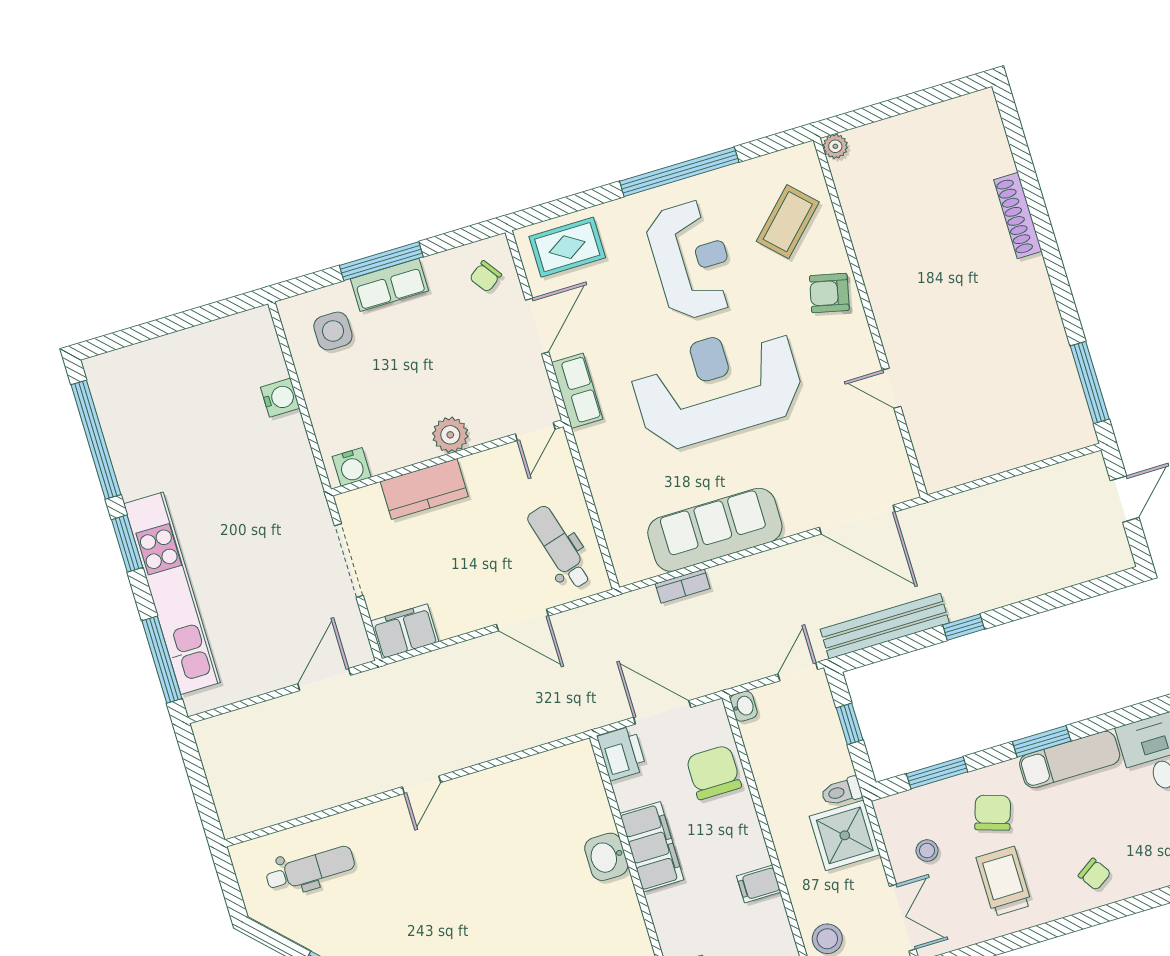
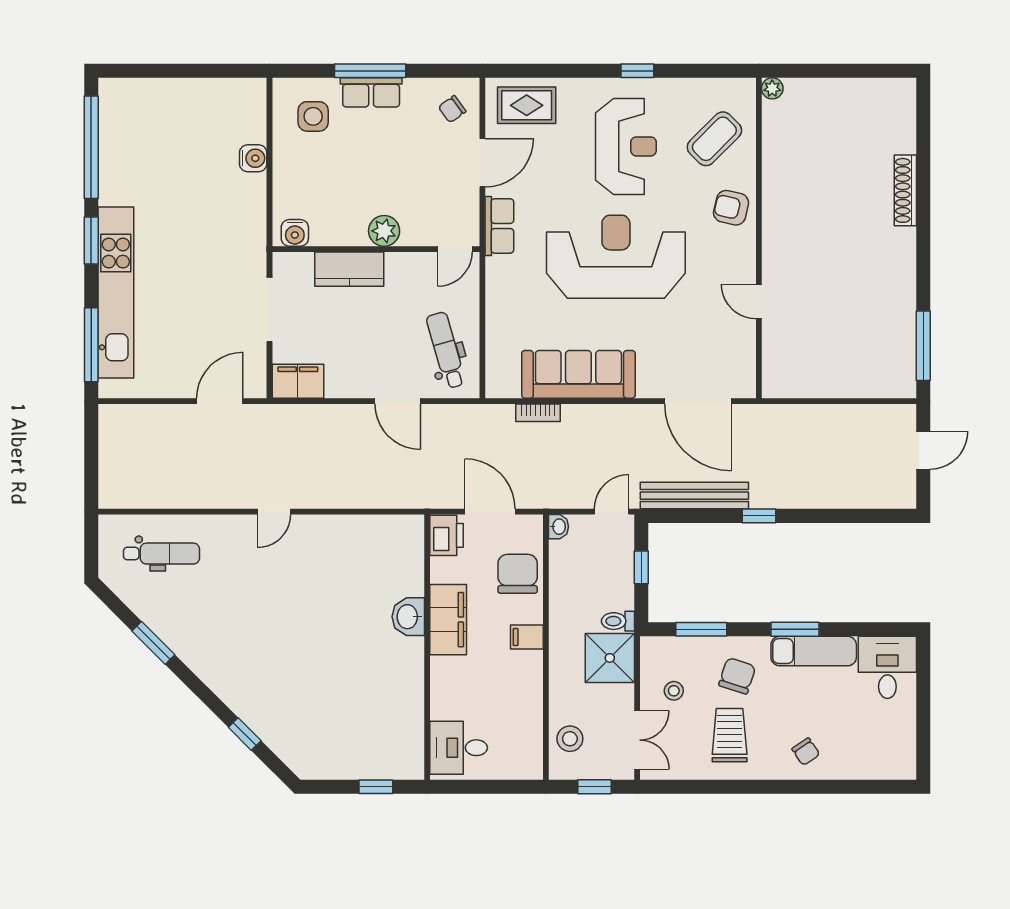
window: (679, 172) -> (637, 71), width x0.32
filing cabinet: (759, 884) -> (527, 637), moved

